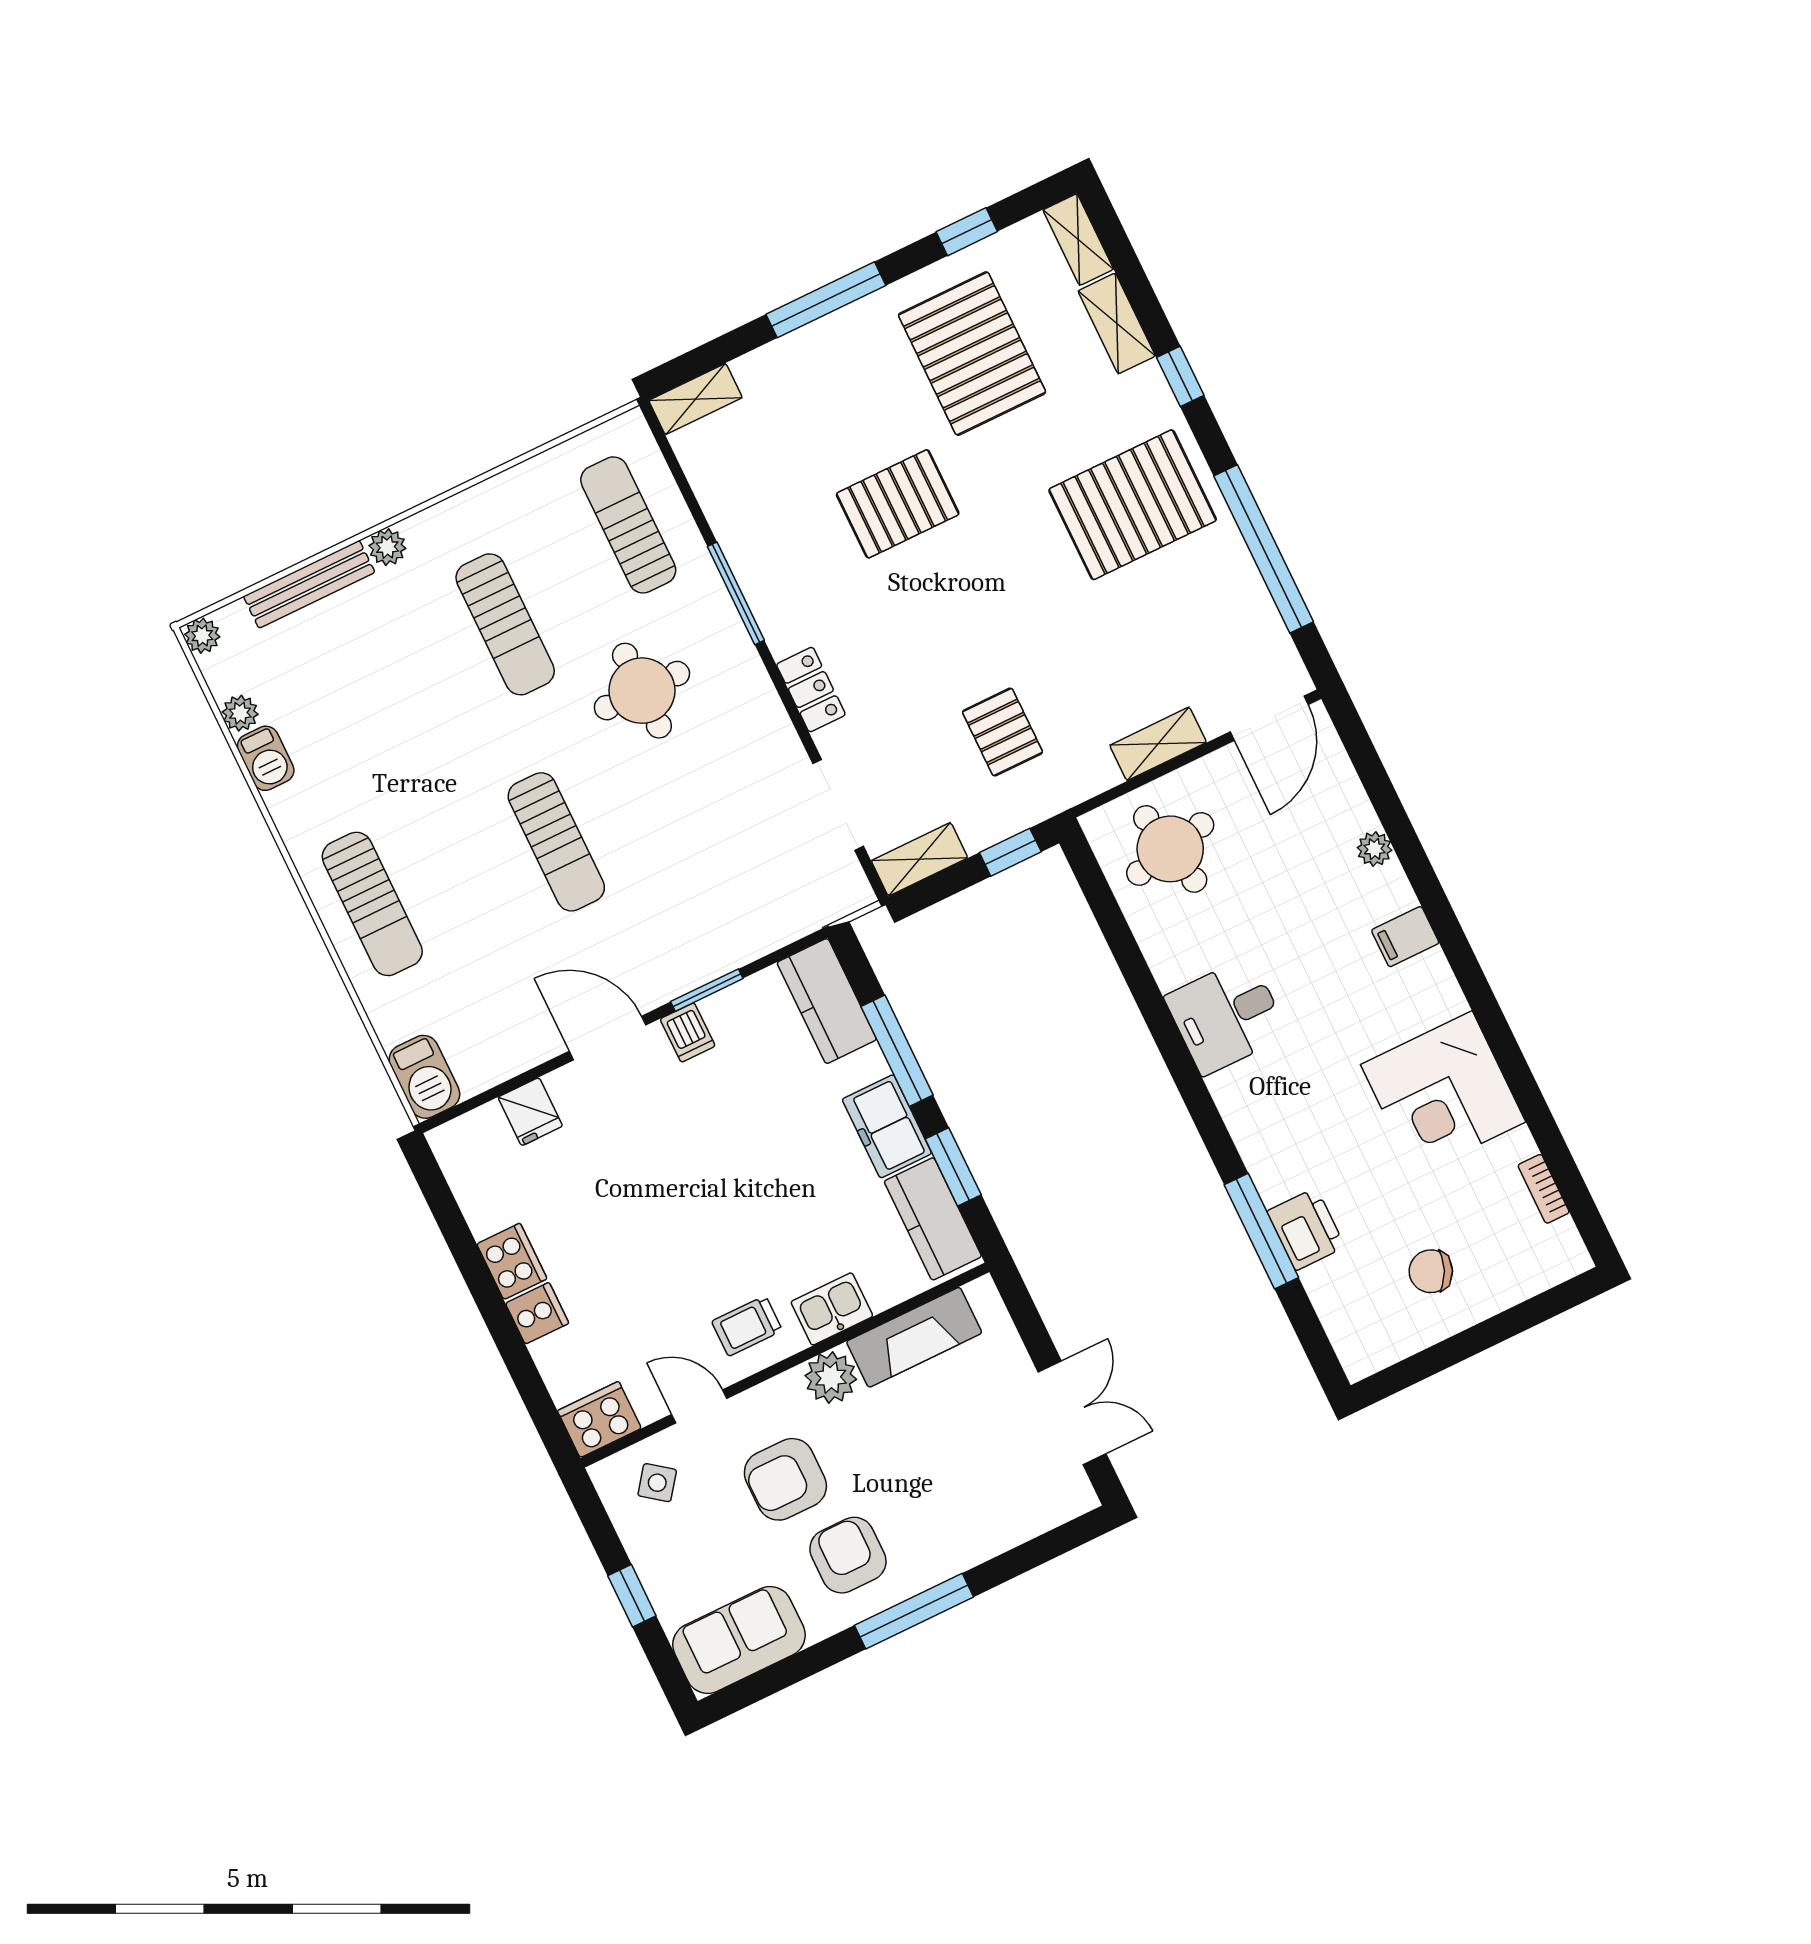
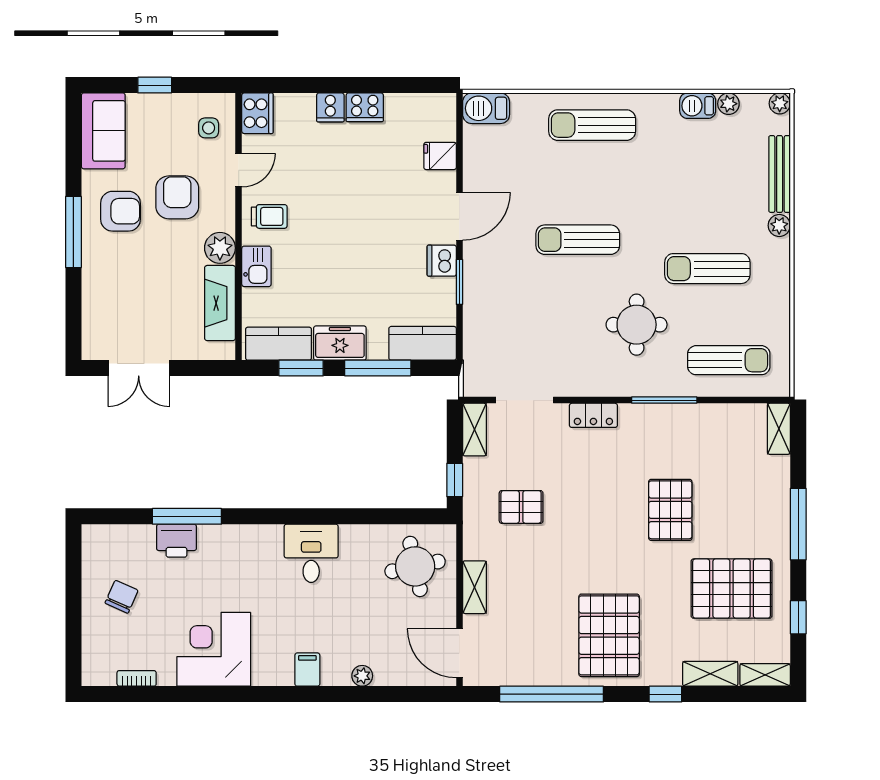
dishwasher: (688, 1032) -> (442, 261), width x1.38
trolley: (747, 1326) -> (269, 216), turned 90
side table: (657, 1483) -> (209, 128), turned -37

